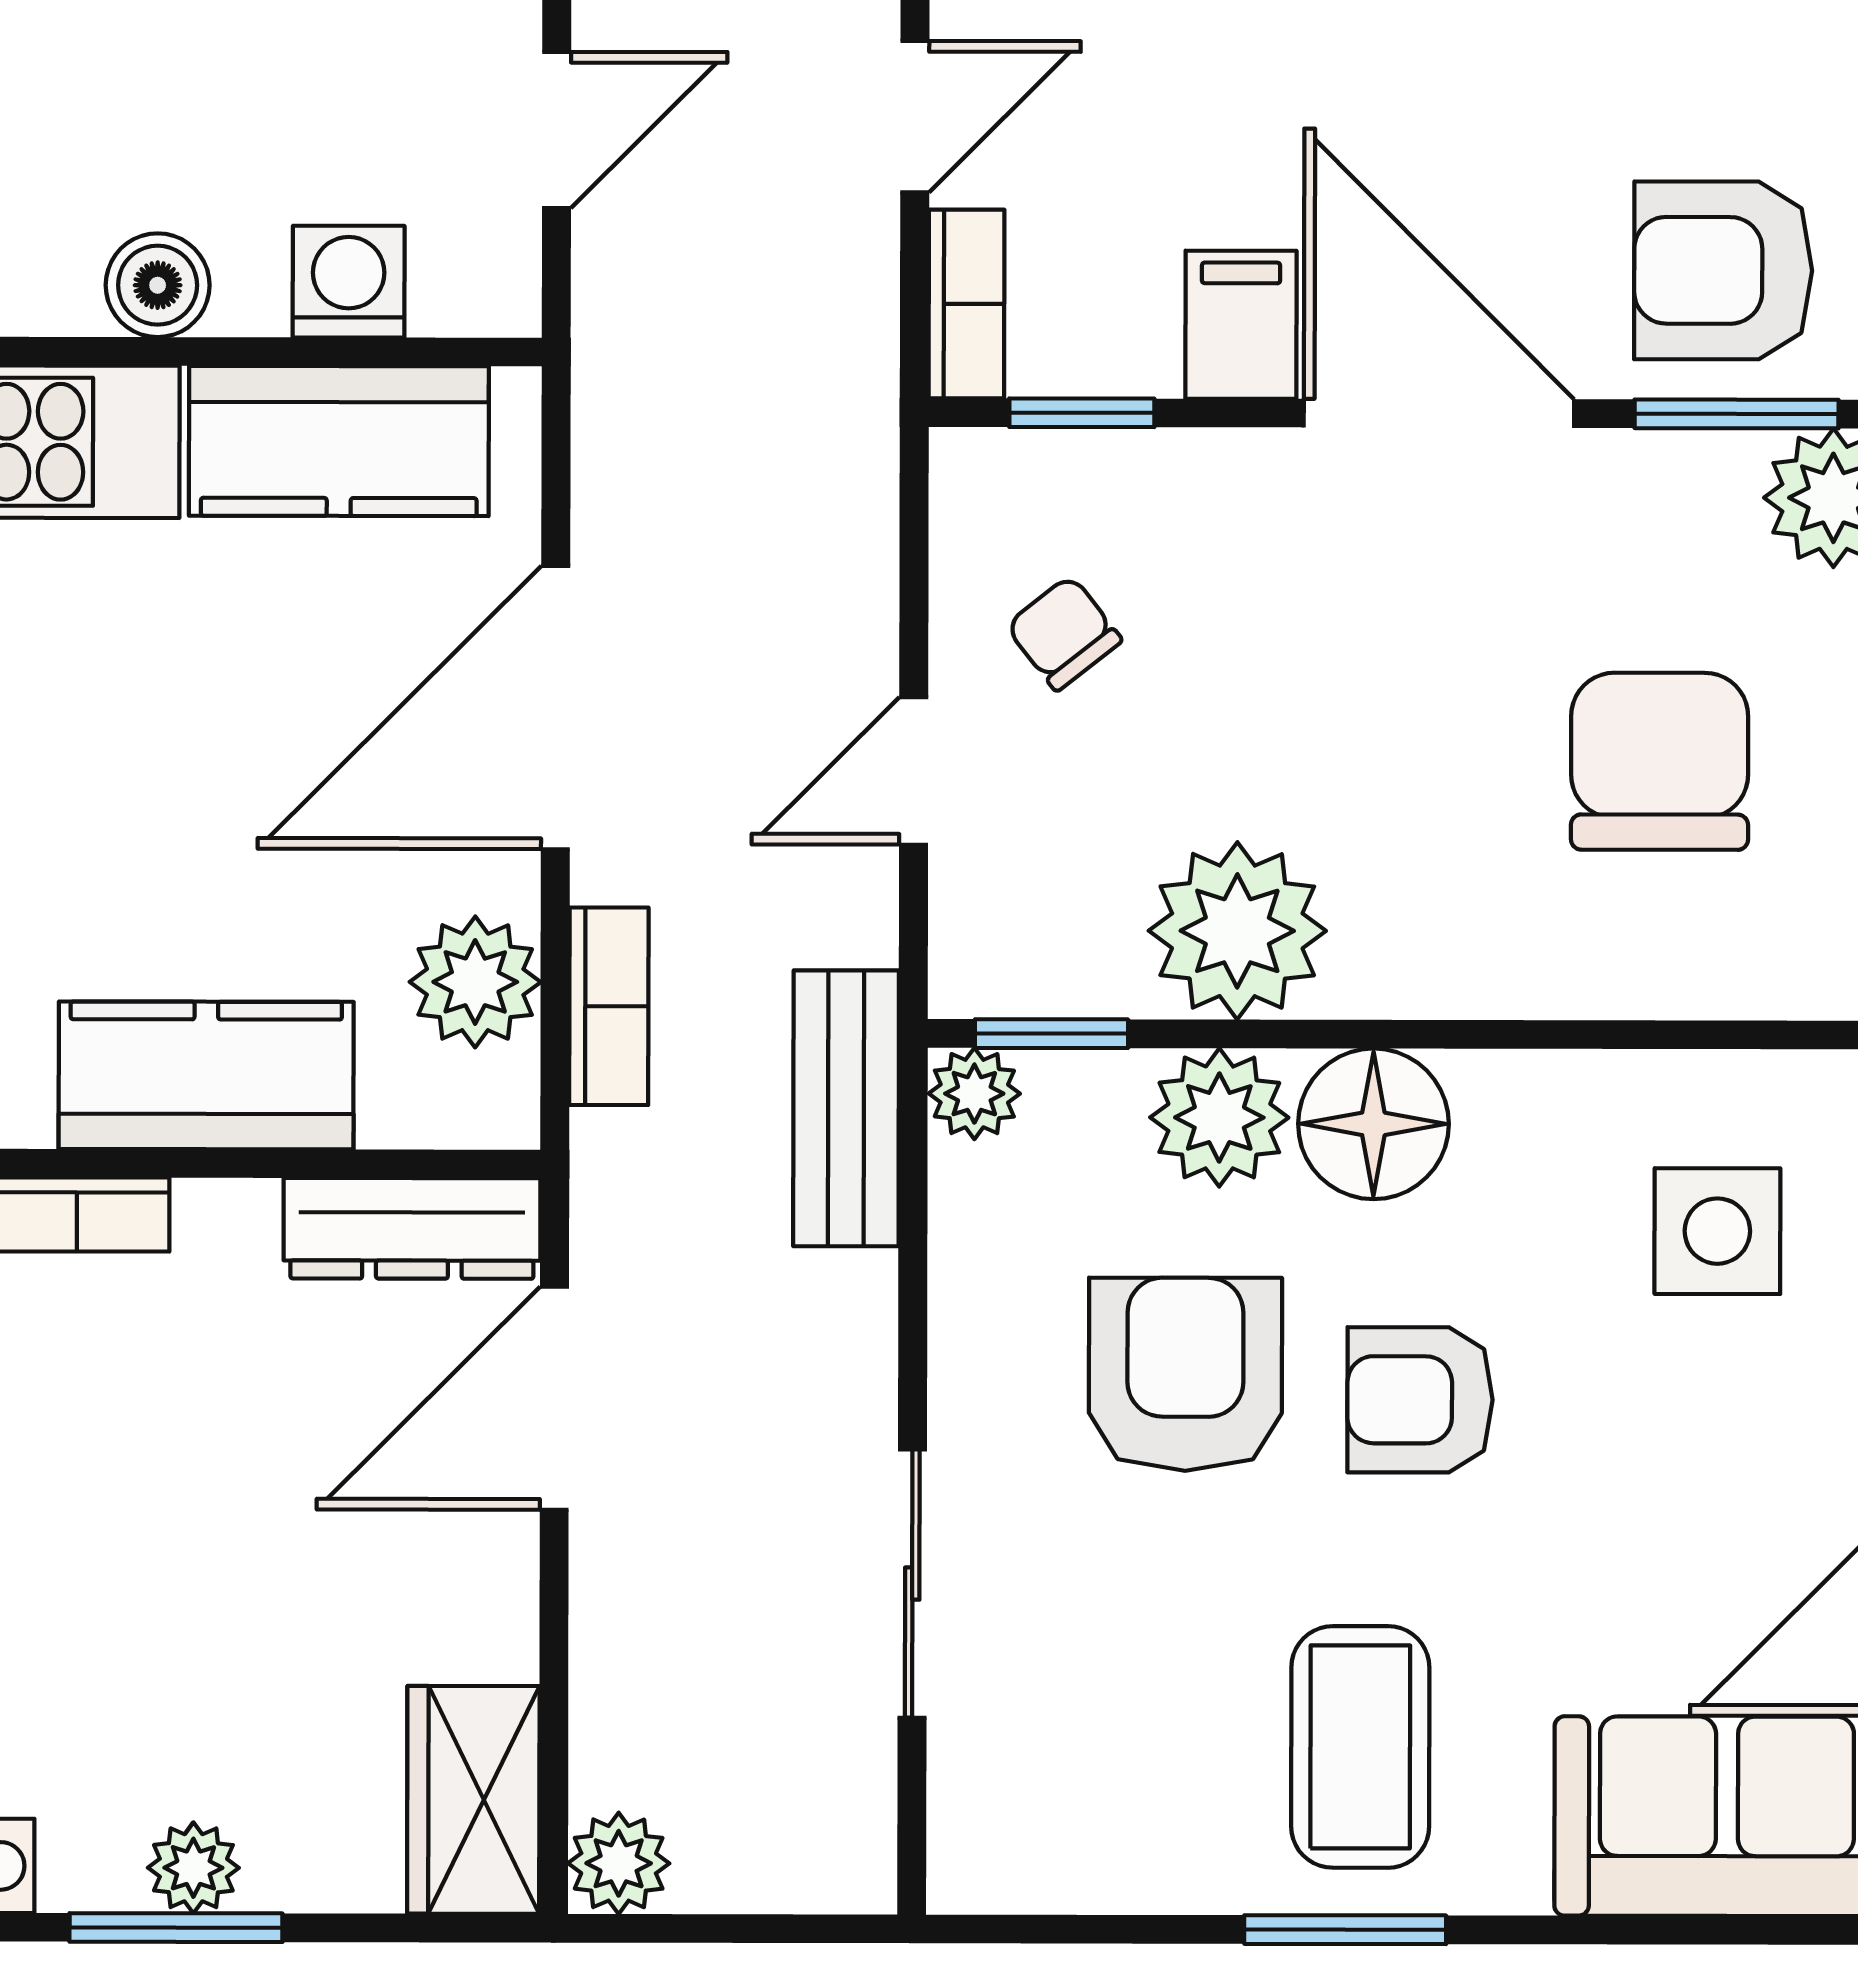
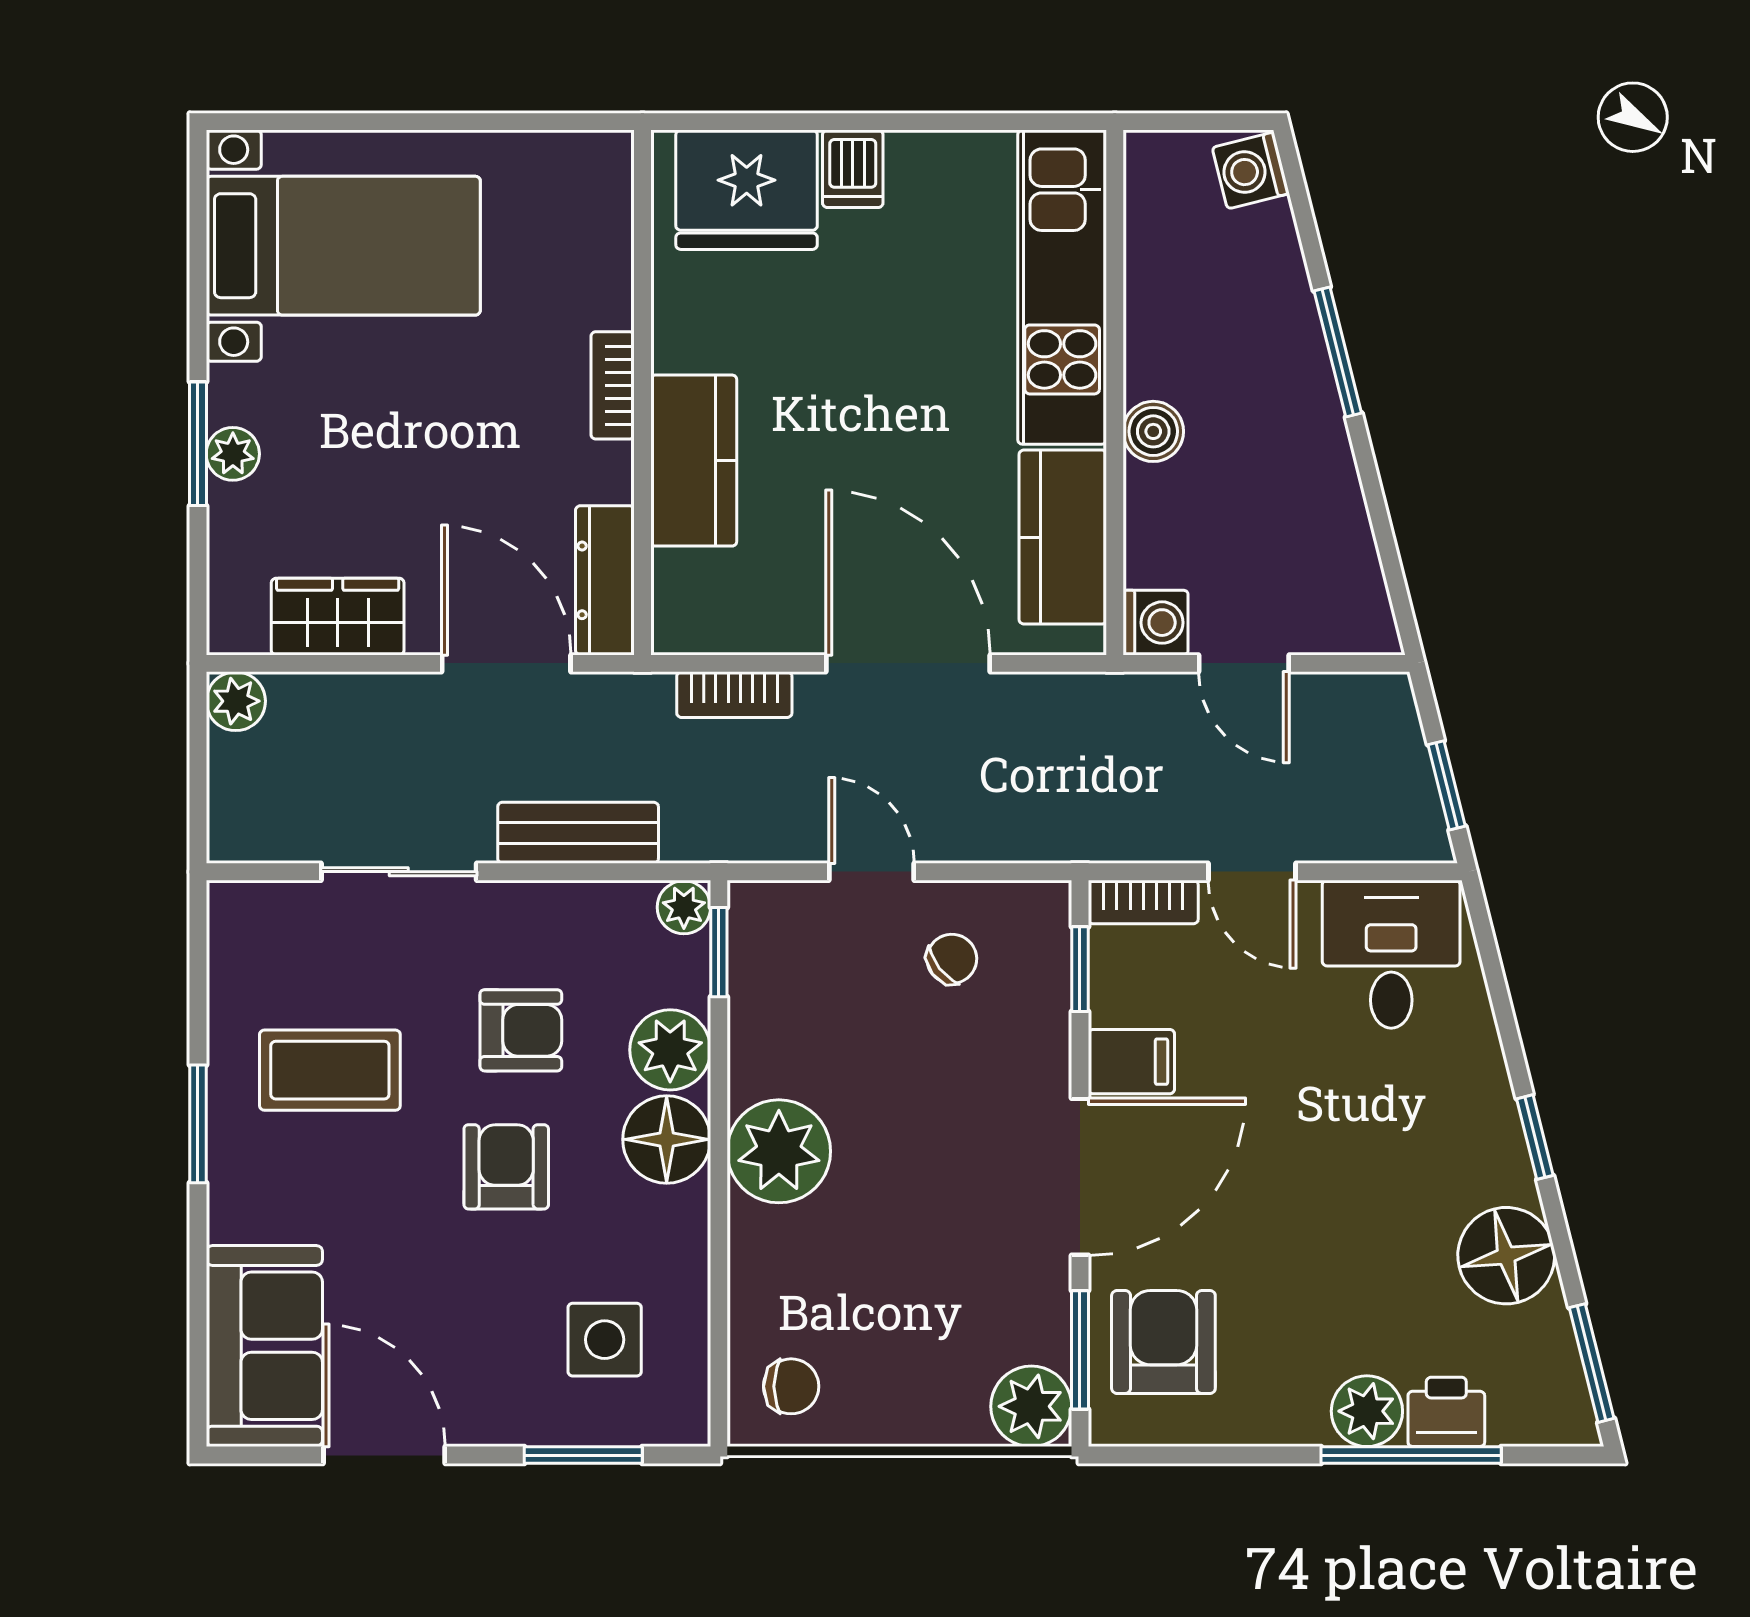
washing machine: (349, 282) -> (1156, 623), moved
chair: (1660, 761) -> (791, 1386), moved, width x0.54, depth x0.54
plant: (1237, 931) -> (779, 1151), moved
plant: (475, 982) -> (748, 617), removed
bench: (846, 1108) -> (578, 833), moved
armchair: (1185, 1374) -> (521, 1030), width x0.72, depth x0.72
coffee table: (1360, 1747) -> (330, 1070), moved
wardrobe: (473, 1800) -> (338, 617), moved

